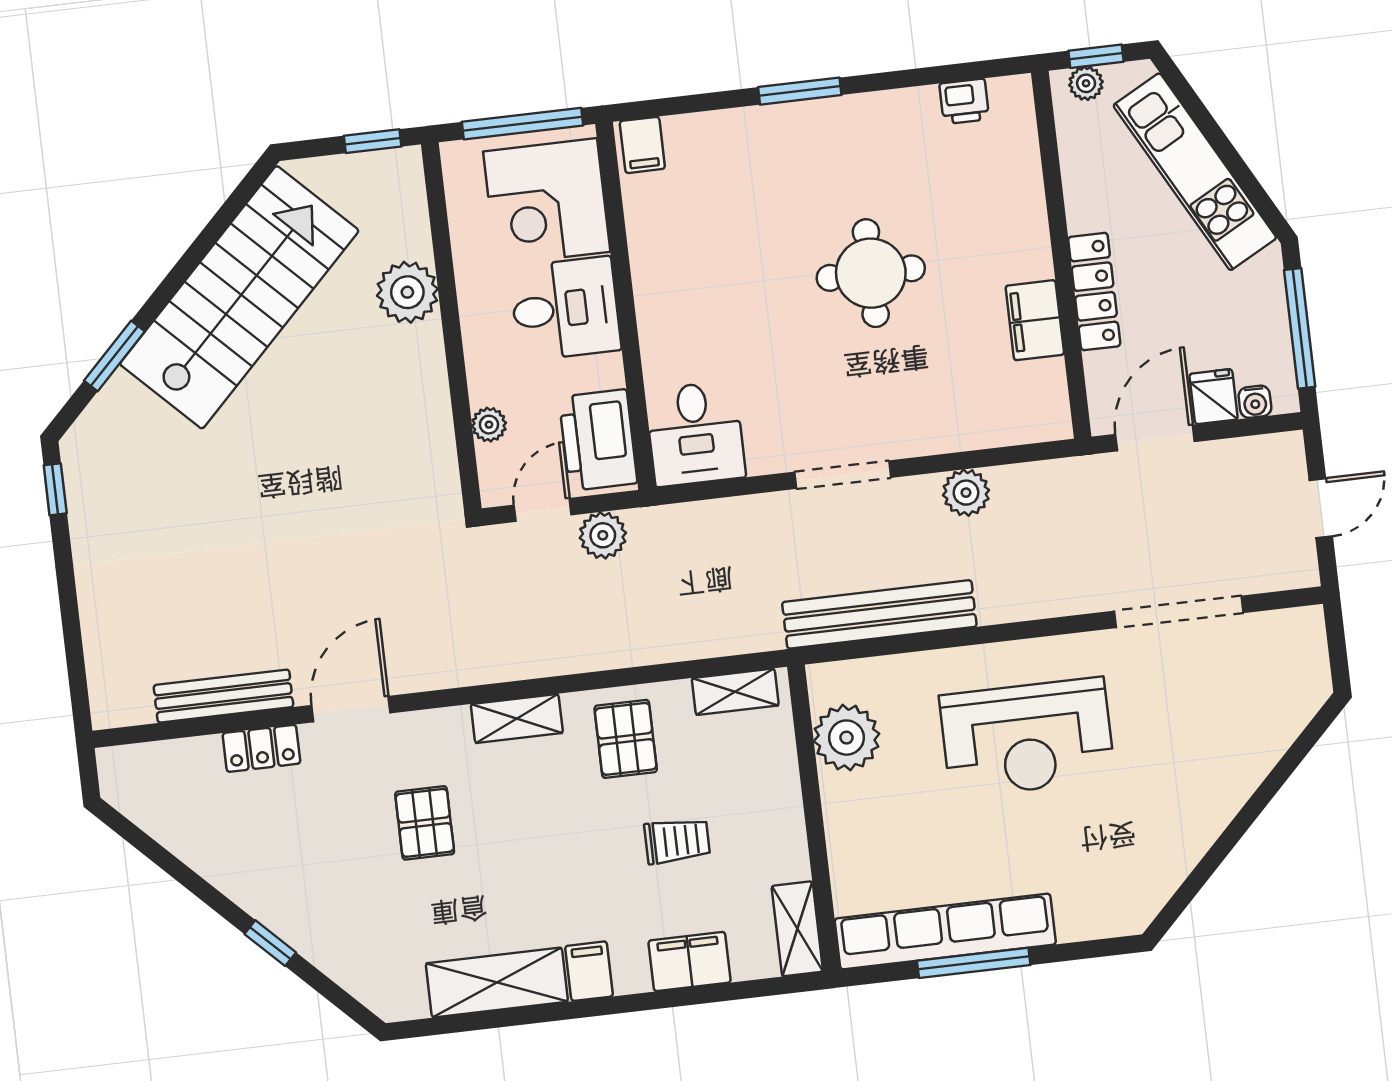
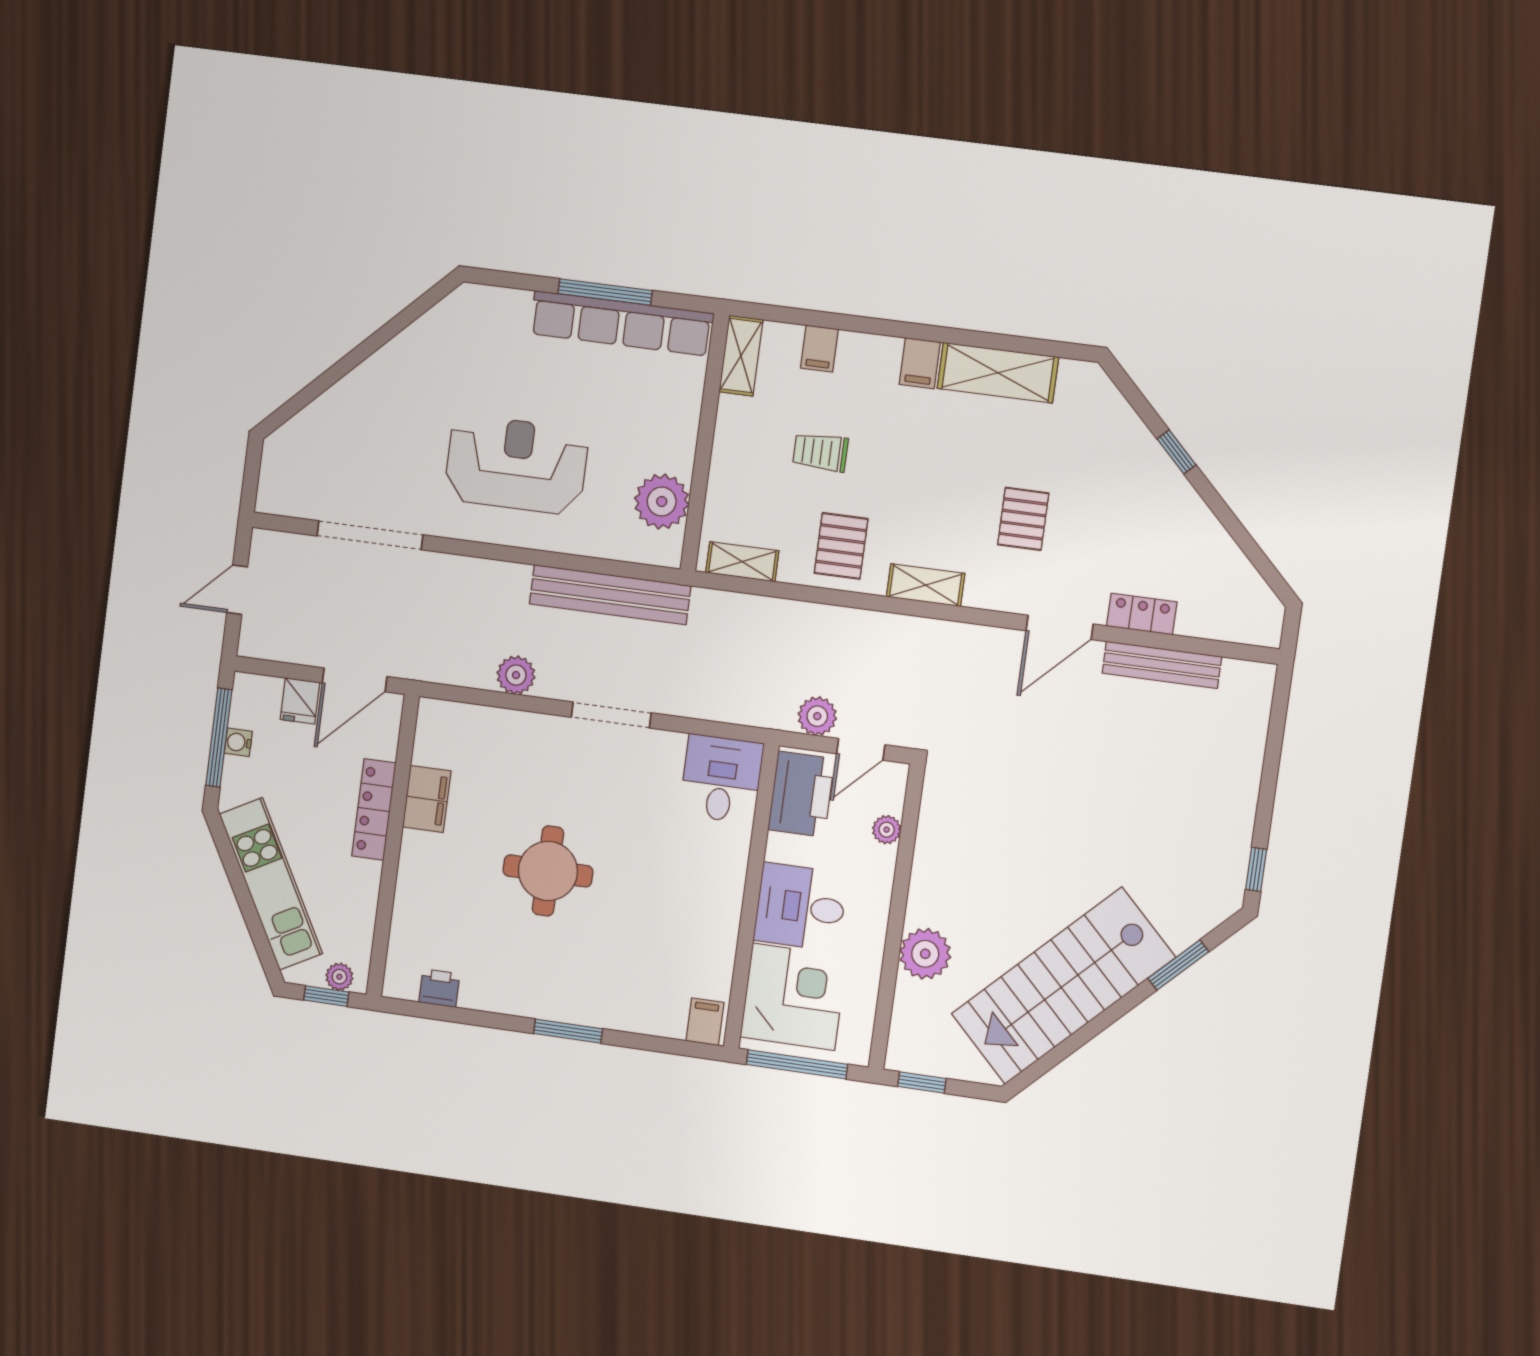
water cooler: (1255, 402) -> (238, 742), moved, turned -90
filing cabinet: (690, 962) -> (819, 349), width x0.50

